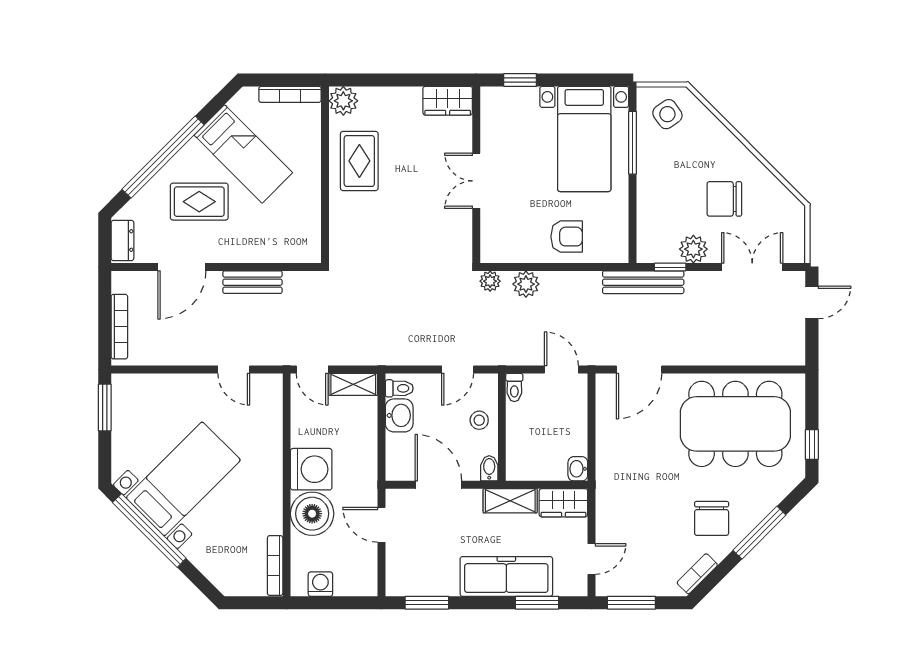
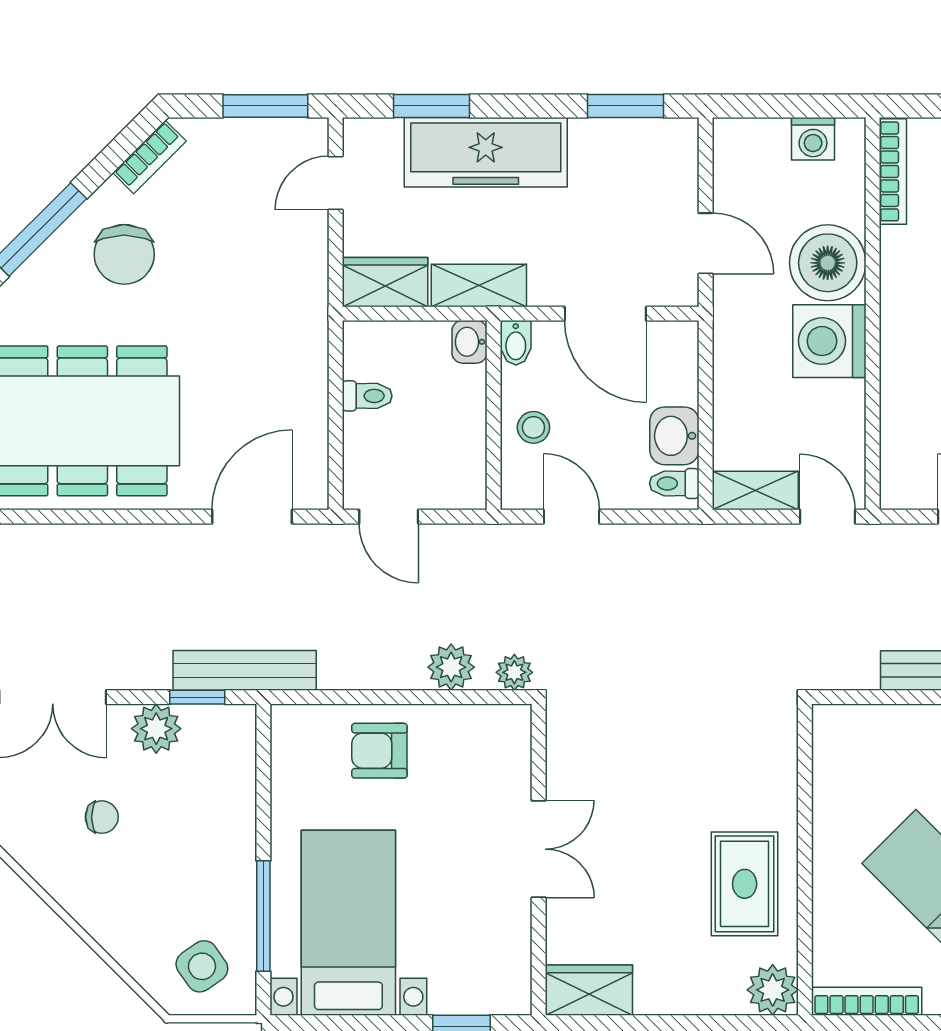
chair: (724, 199) -> (102, 817), width x0.54, depth x0.54
door: (458, 370) -> (572, 517), hinge flipped
toilet: (514, 387) -> (367, 396), moved, turned 90
washbasin: (578, 469) -> (469, 342), moved, turned 180
chair: (712, 518) -> (124, 254), turned 180

